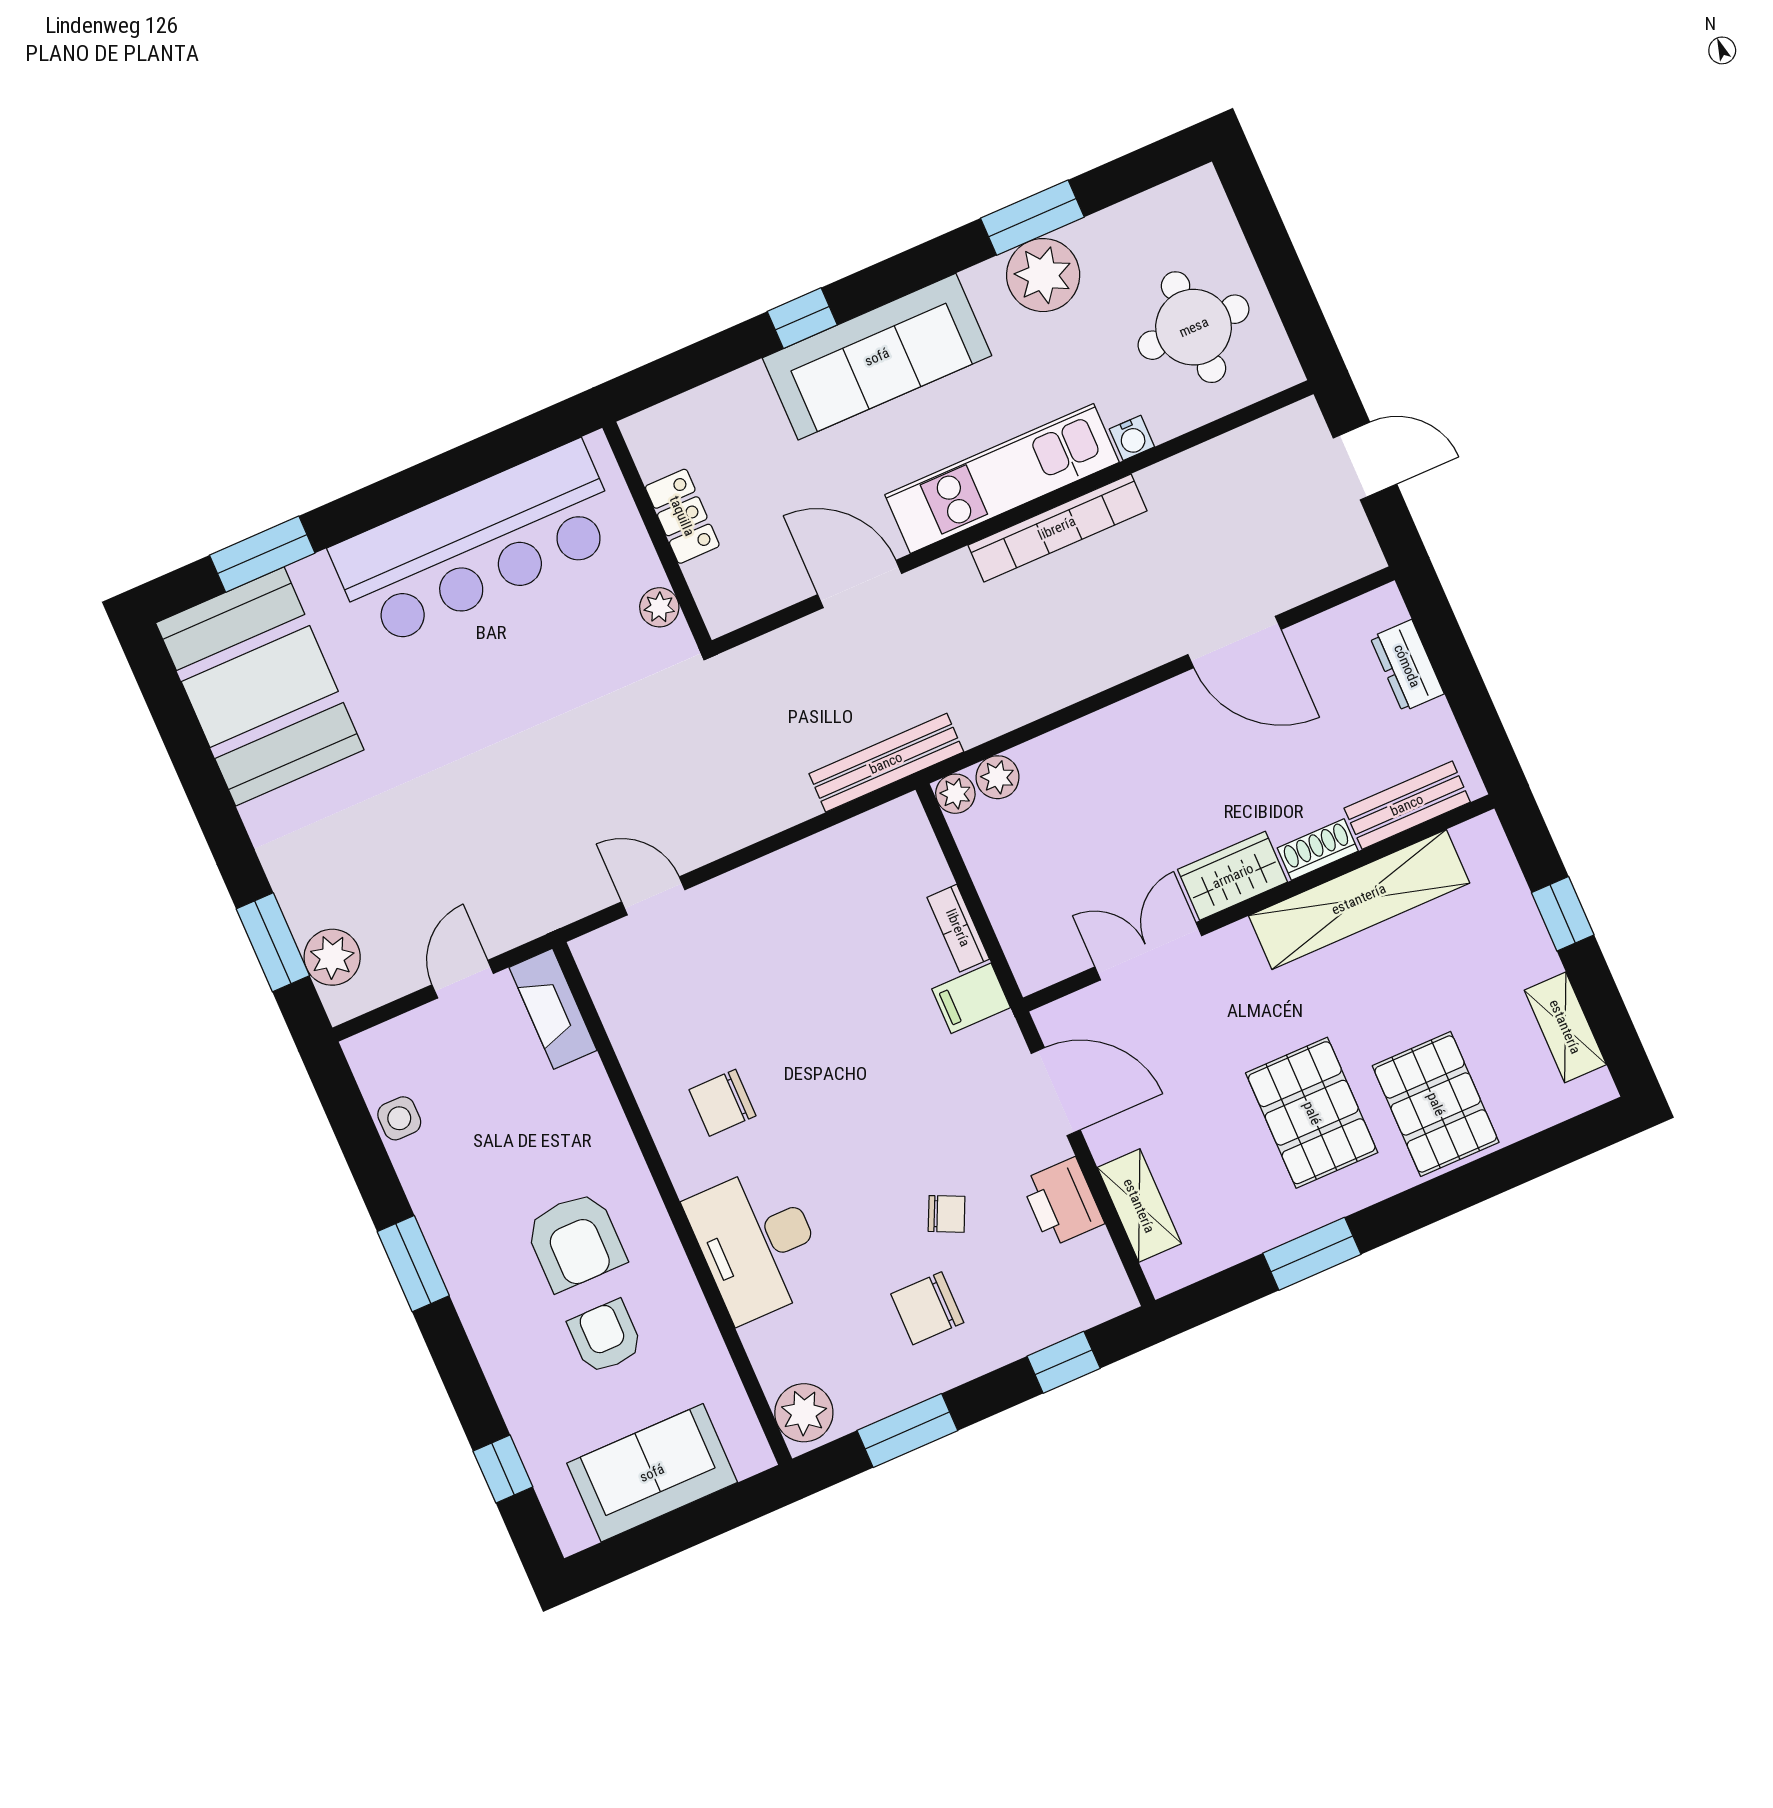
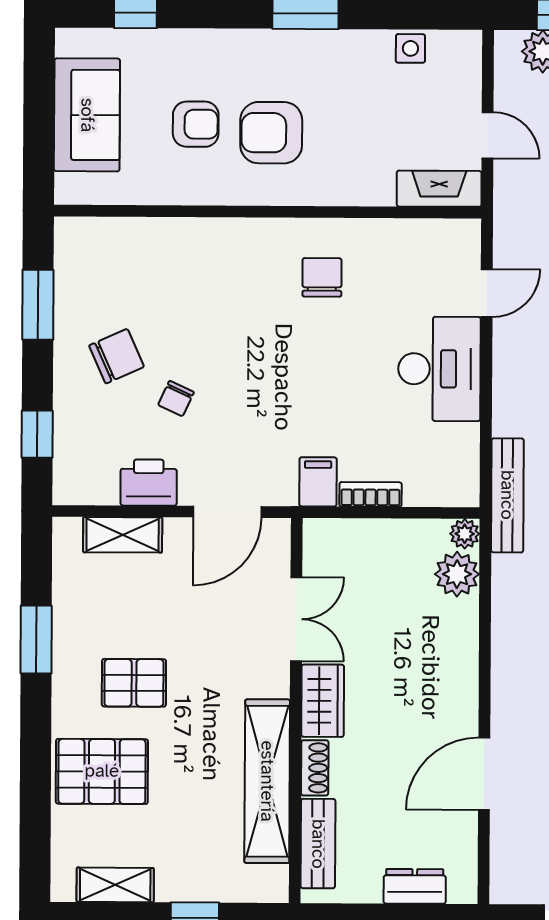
plant: (998, 777) -> (457, 574), width x1.38, depth x1.38
pallet: (1312, 1113) -> (134, 683), width x0.67, depth x0.71
desk: (757, 1243) -> (439, 369), moved, turned 90
chair: (927, 1308) -> (116, 356), turned 66
plant: (804, 1413) -> (82, 238), removed

